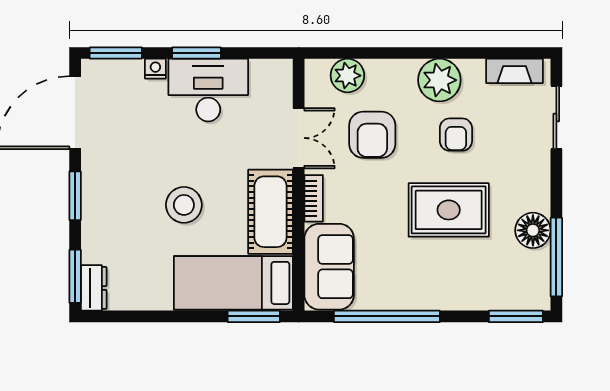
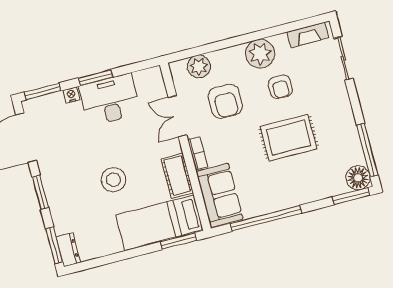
double door: (299, 138) -> (177, 116), swing flipped
cot: (270, 212) -> (177, 176), width x0.73, depth x0.75
floor lamp: (533, 230) -> (358, 178), moved

